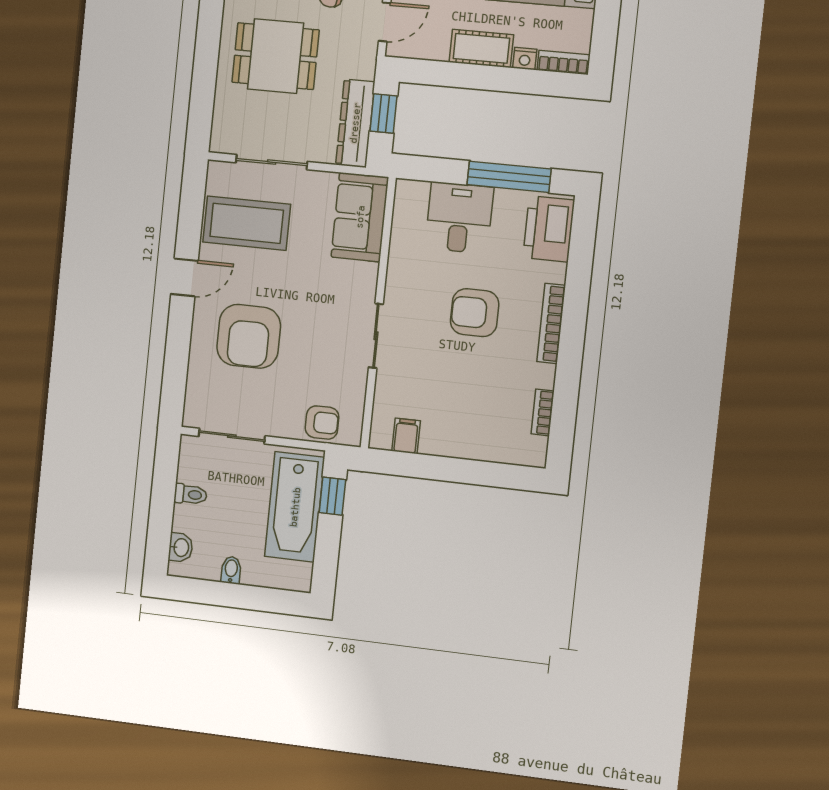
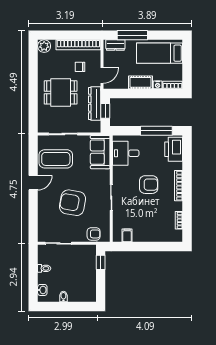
dresser: (355, 123) -> (95, 104), moved
desk: (459, 218) -> (126, 153), moved, turned -90
armchair: (475, 313) -> (149, 185), turned 180
armchair: (249, 336) -> (73, 203), moved, turned 100
bathtub: (295, 507) -> (86, 268), removed

